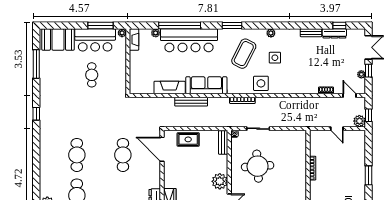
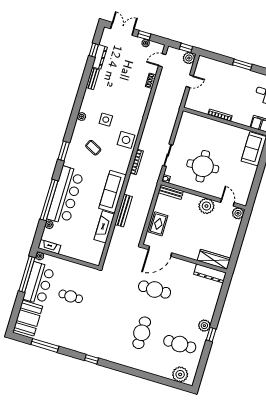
window: (101, 26) -> (27, 274), width x1.46
coffee table: (244, 54) -> (93, 148), width x0.54, depth x0.58
cafe table: (77, 155) -> (142, 333), turned 90

